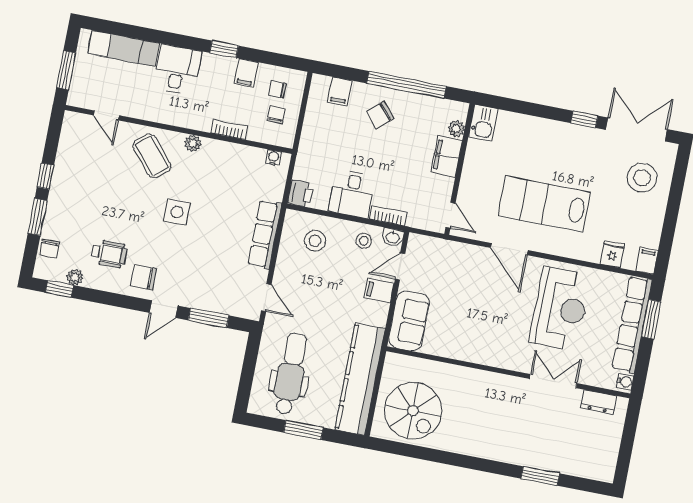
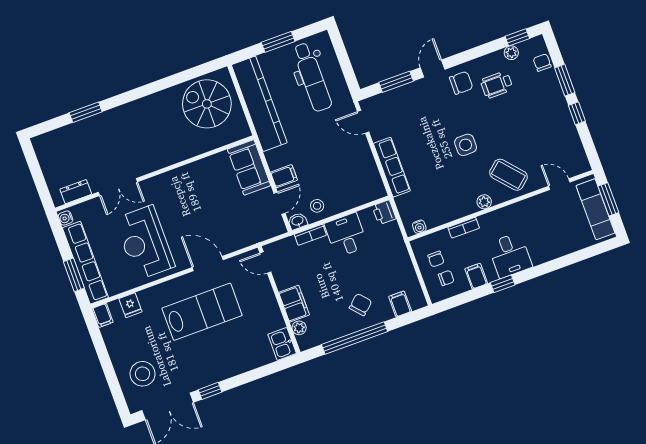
exam couch: (124, 48) -> (596, 209), moved, turned -90
desk: (177, 69) -> (510, 255), moved
stool: (315, 241) -> (353, 184), removed

